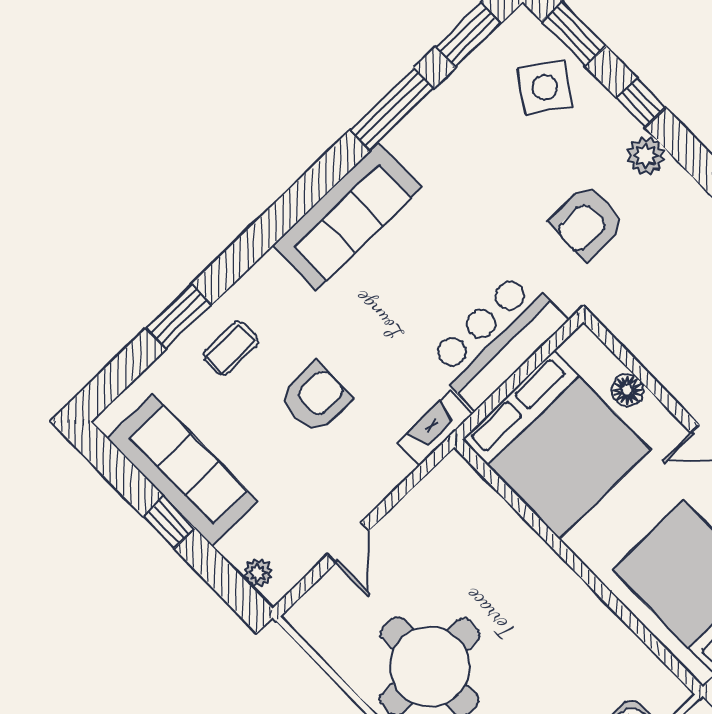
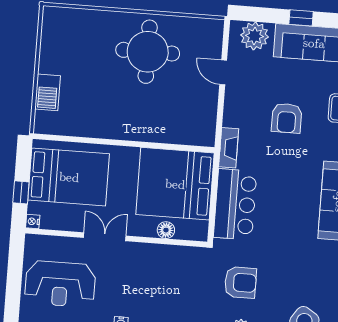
armchair: (587, 222) -> (240, 282), turned 90
plant: (258, 573) -> (254, 36), width x1.87, depth x1.87

